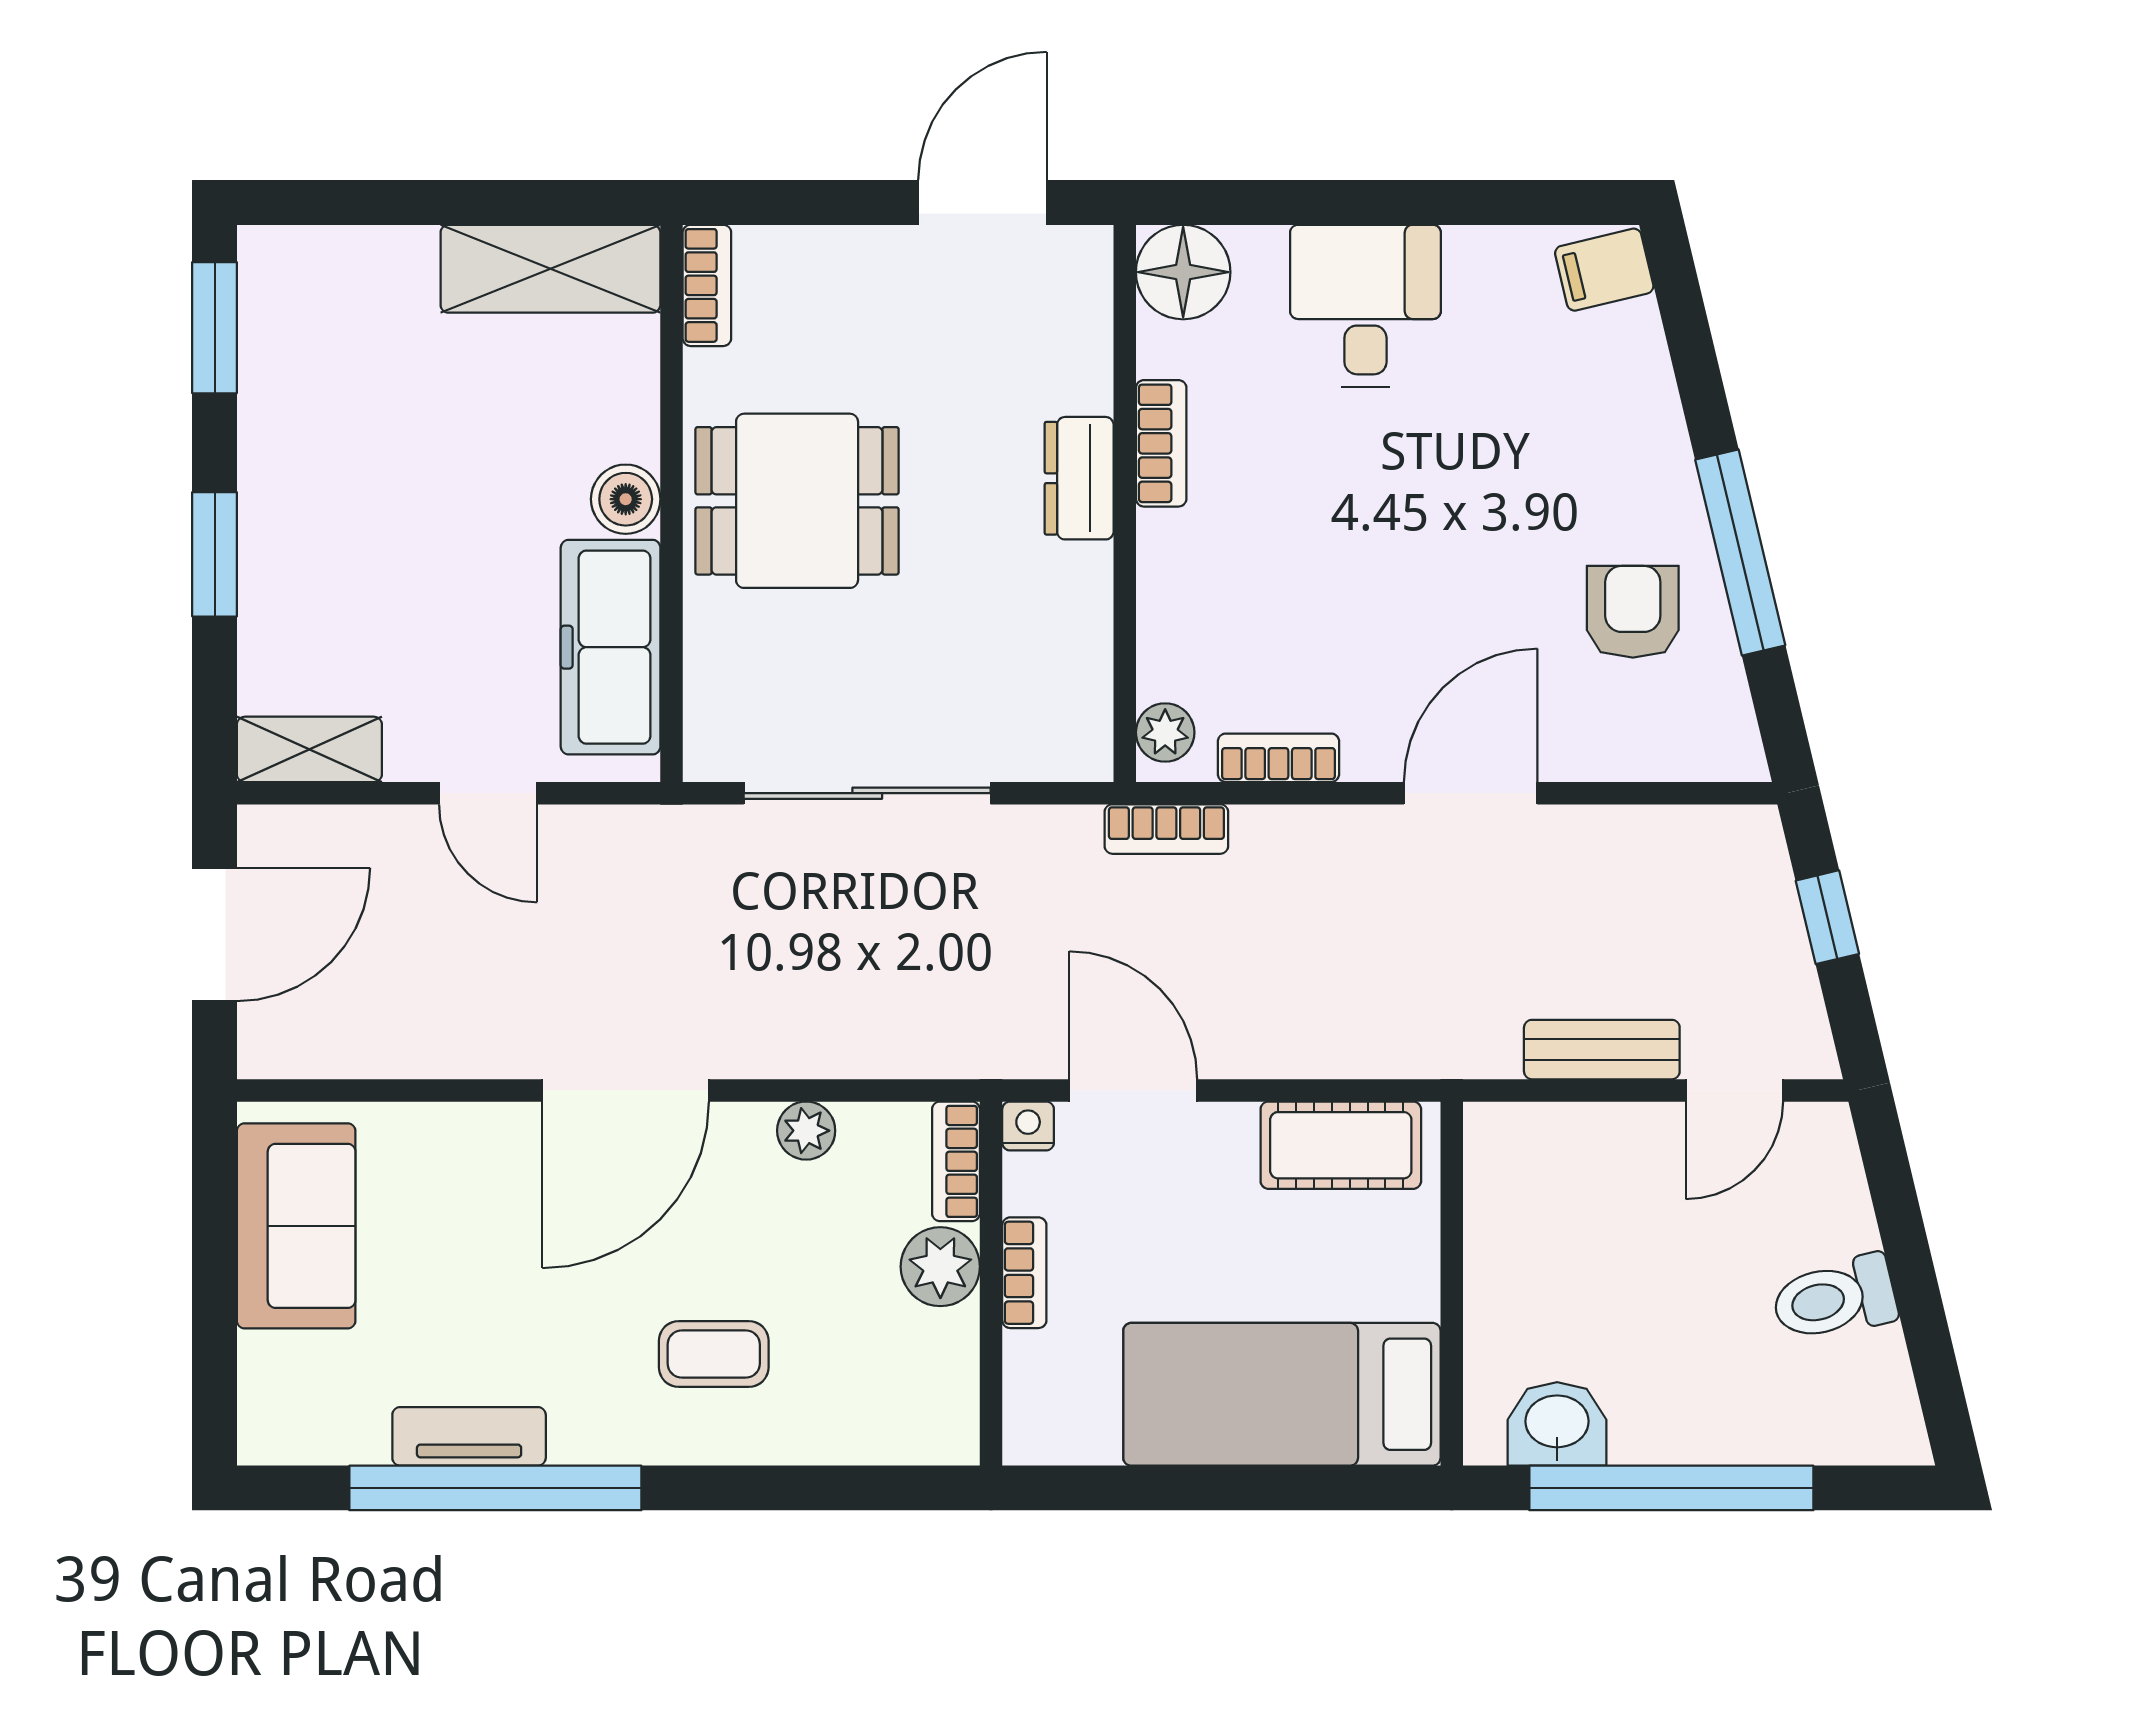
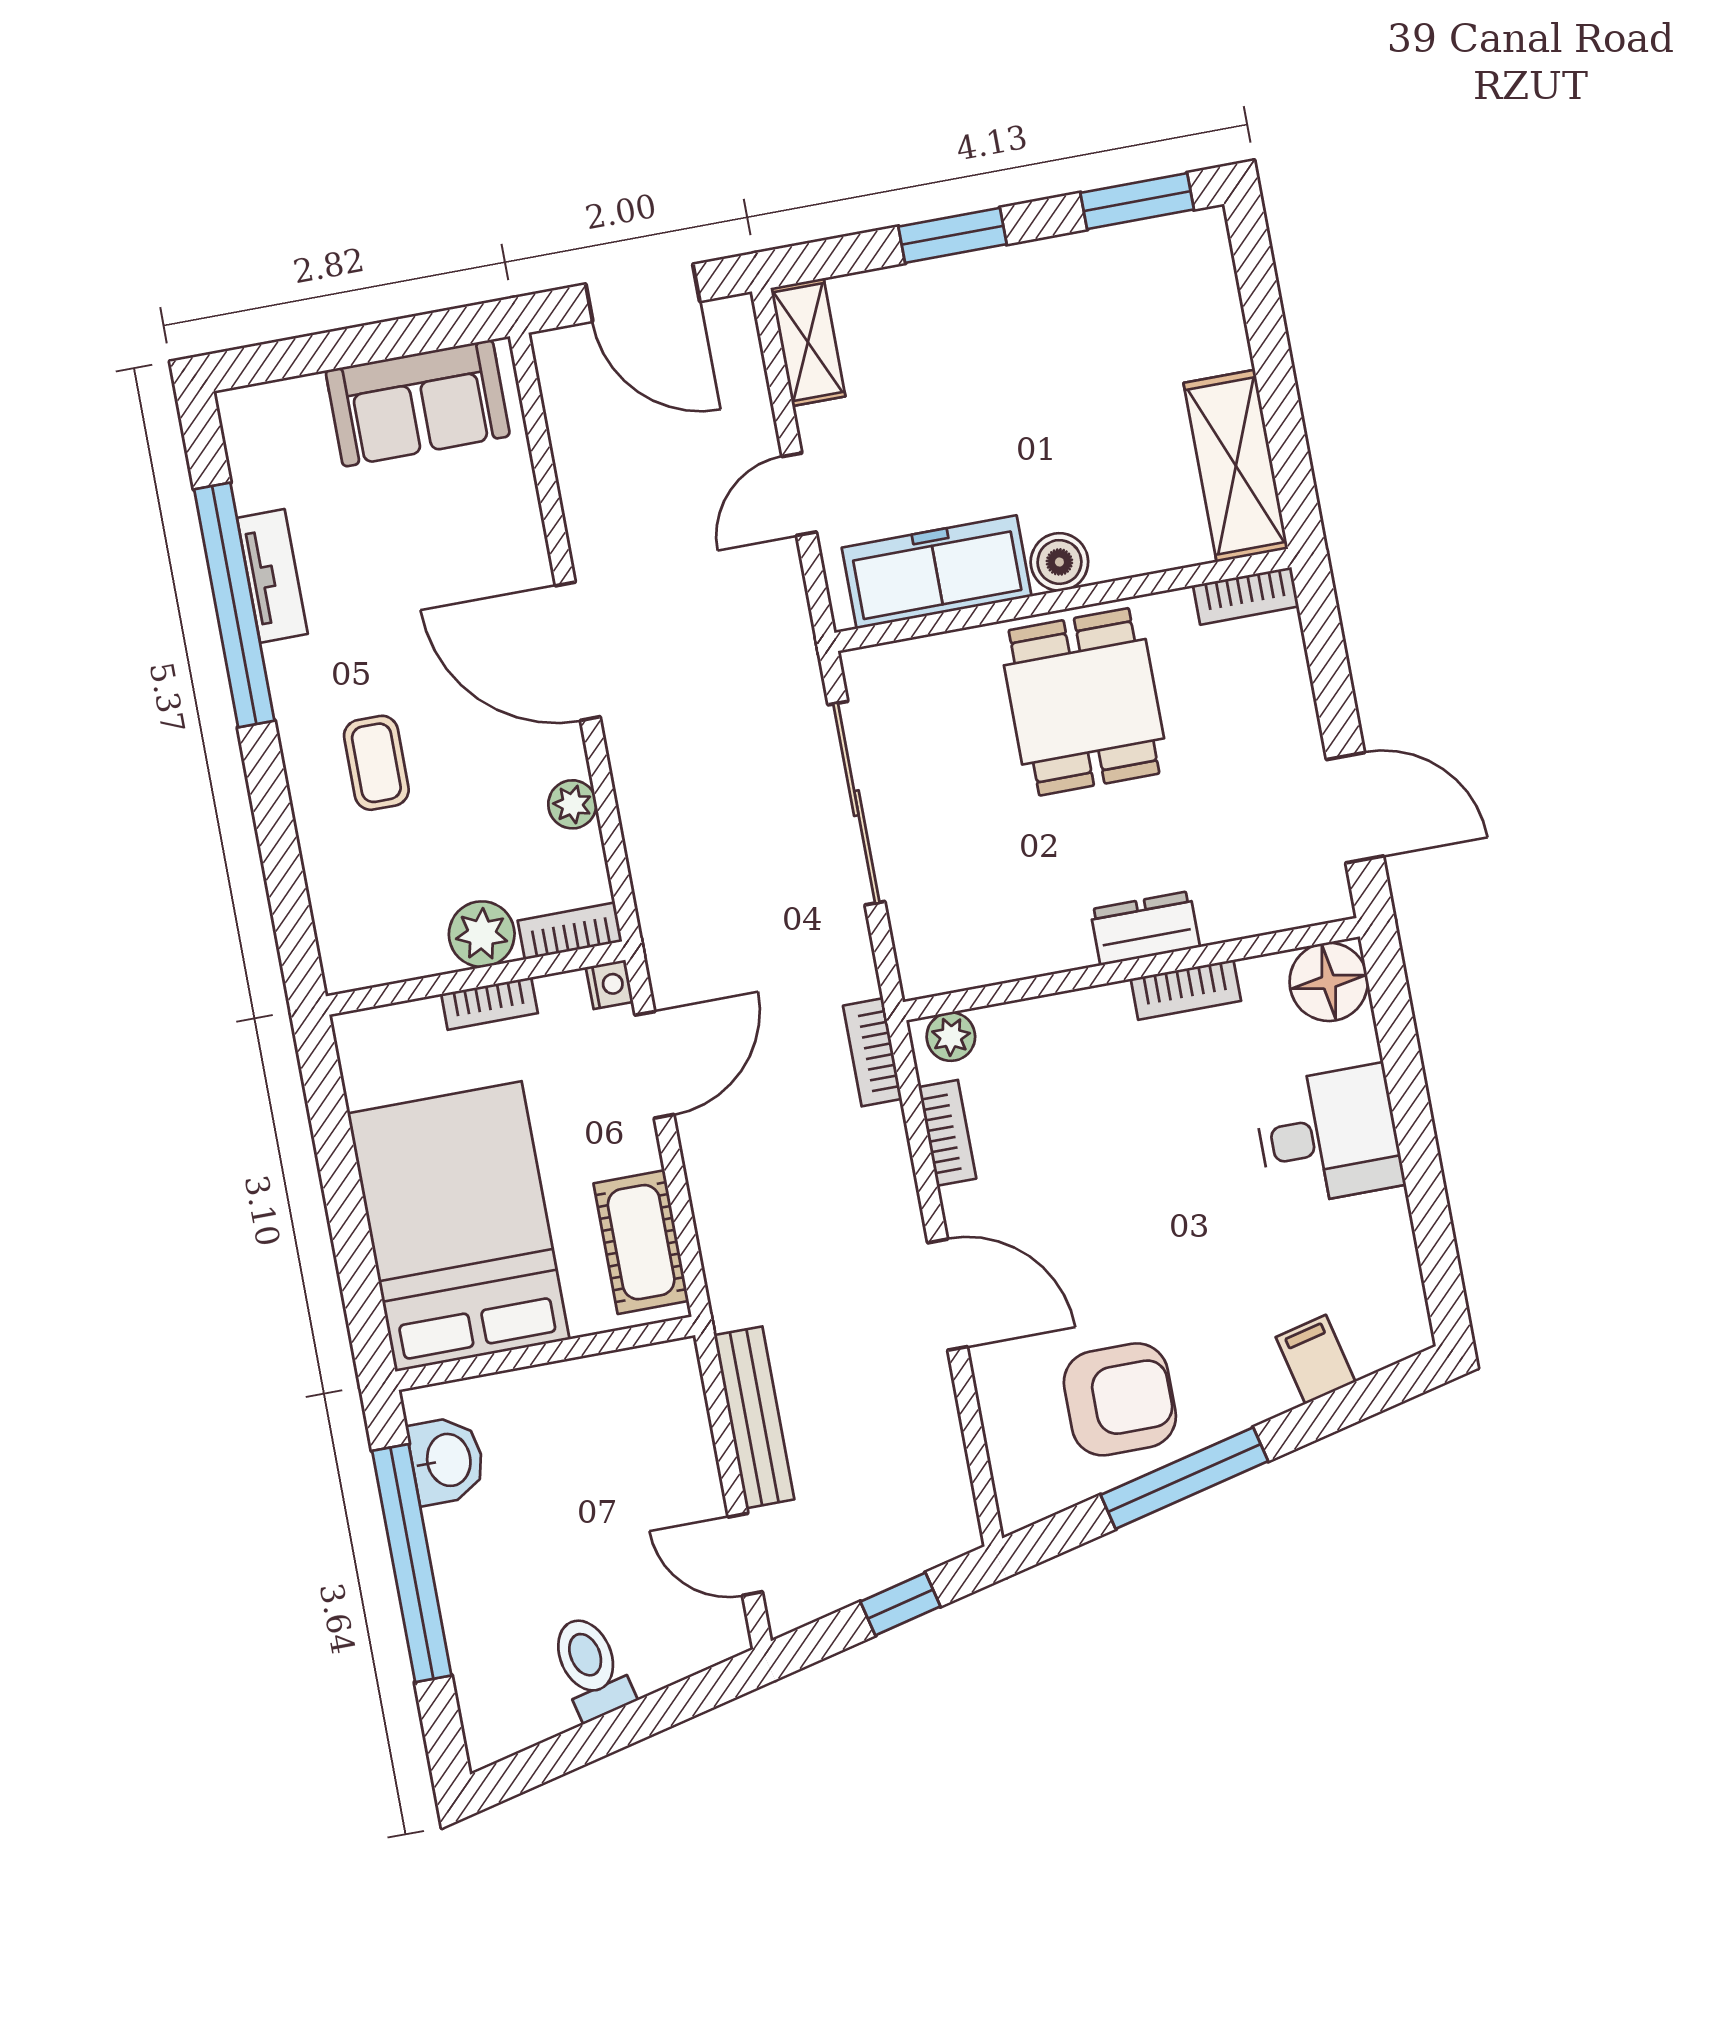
filing cabinet: (1604, 270) -> (1316, 1359), moved
armchair: (1633, 612) -> (1120, 1399), width x1.38, depth x1.38
bench: (1602, 1050) -> (754, 1417), width x1.36
bed: (1282, 1394) -> (458, 1226), width x1.50

